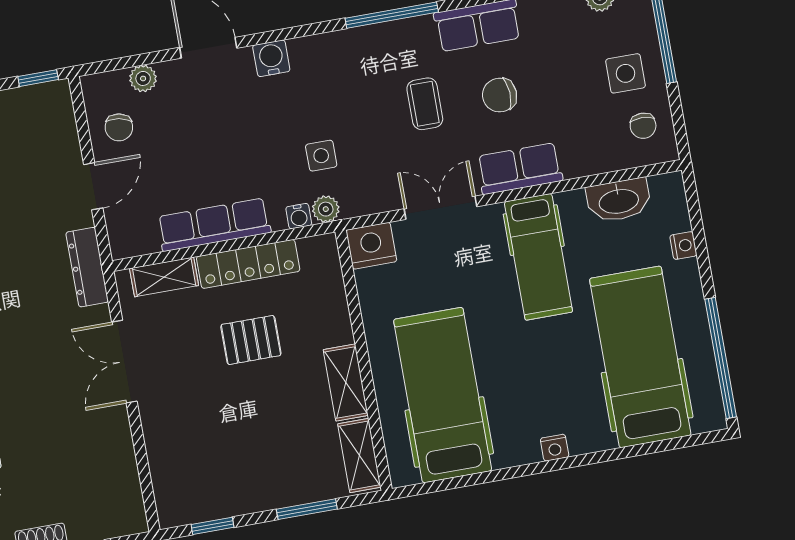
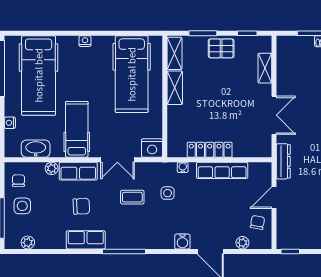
coffee table: (425, 104) -> (132, 197), moved, turned 90
plant: (326, 209) -> (52, 168), moved
shelving: (164, 277) -> (265, 68), moved, turned 90
pallet: (251, 340) -> (221, 48), moved

